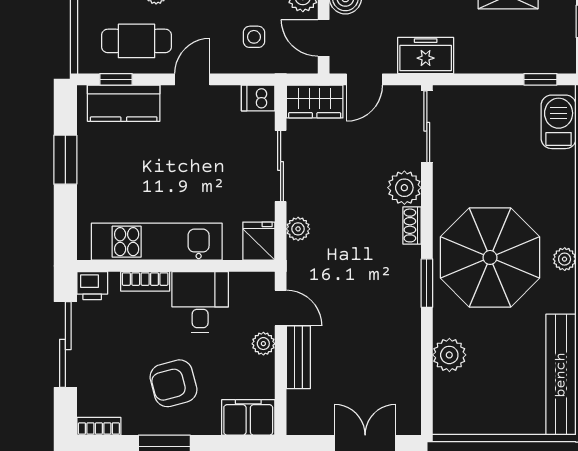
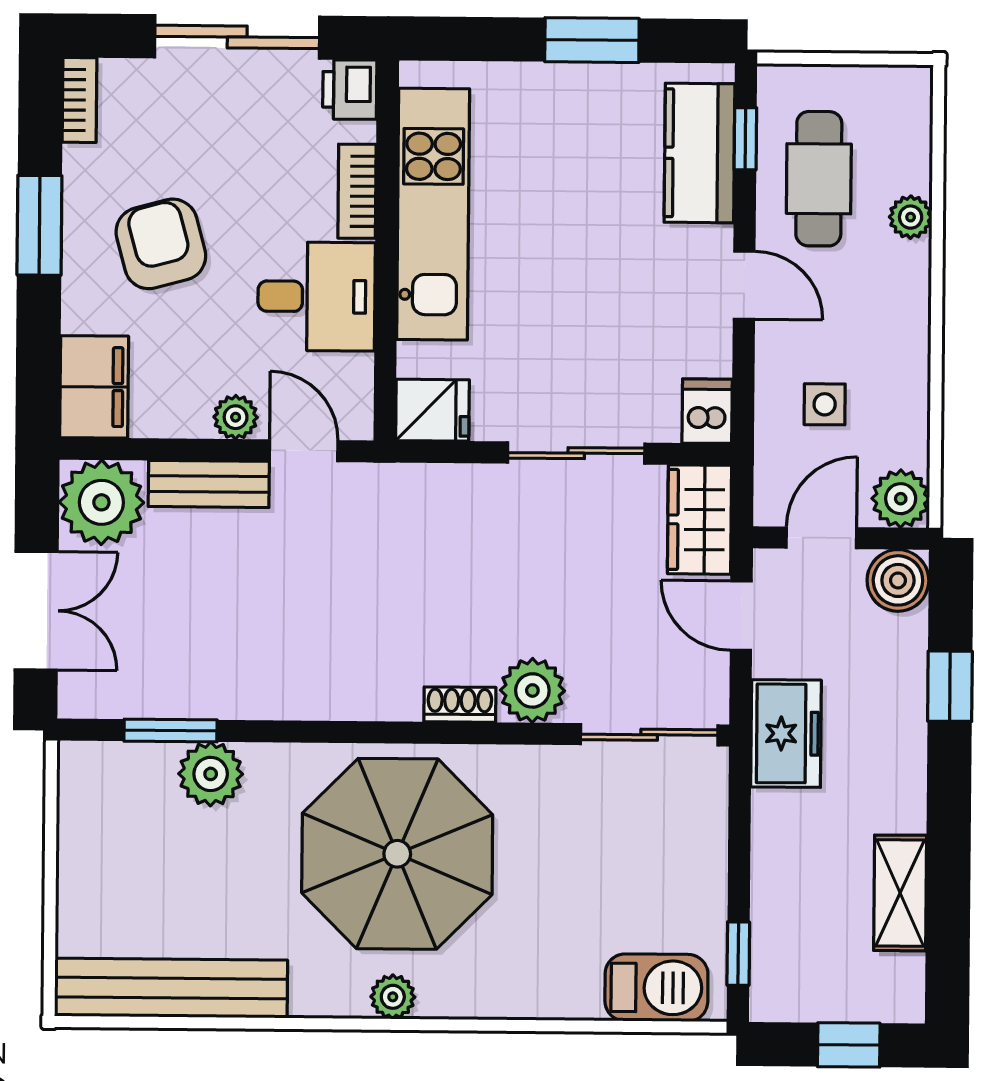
plant: (298, 229) -> (101, 502), moved, width x1.88, depth x1.88
window: (427, 283) -> (171, 731), moved
door: (281, 308) -> (304, 451), swing flipped

